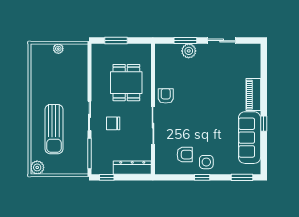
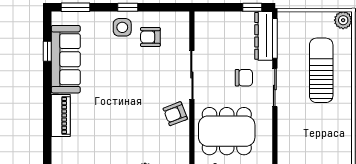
dining table: (126, 83) -> (227, 131), width x1.38
armchair: (166, 96) -> (175, 114), turned 69
window: (264, 124) -> (47, 51), moved
dresser: (132, 168) -> (264, 36), moved, turned 90

